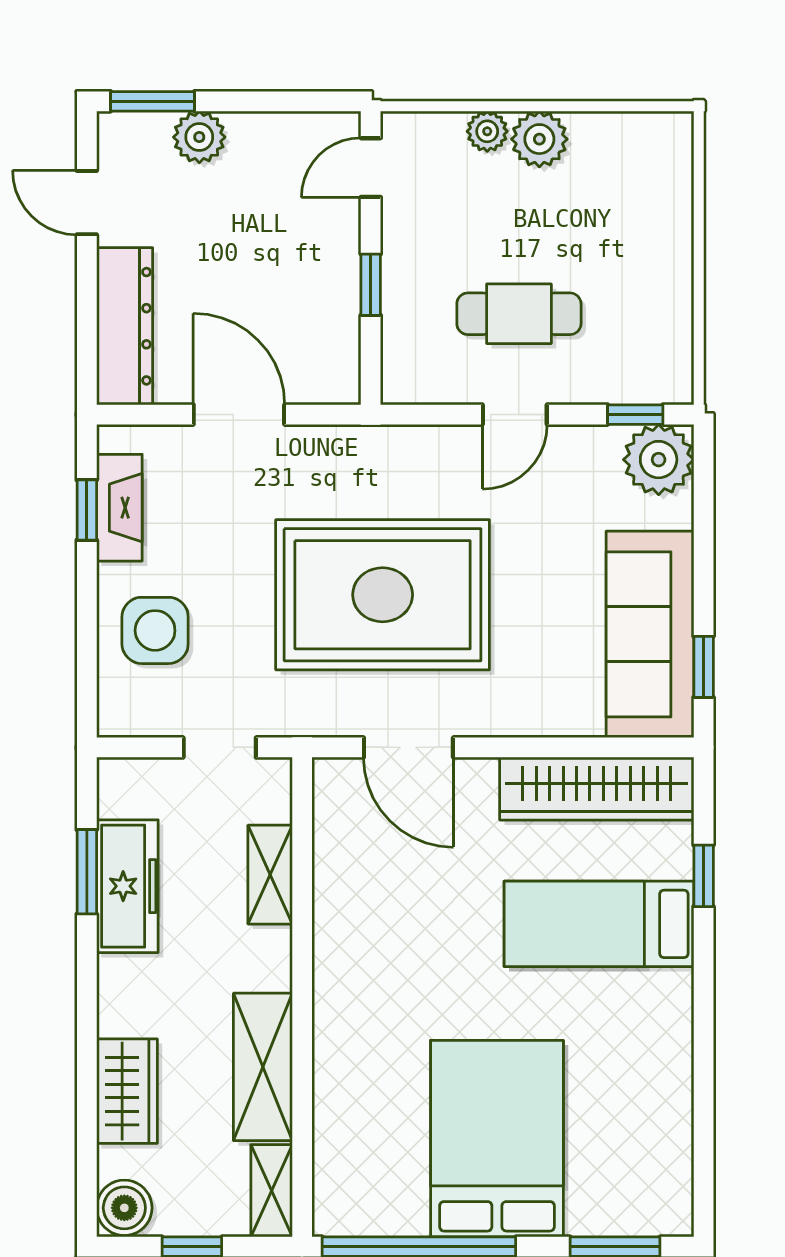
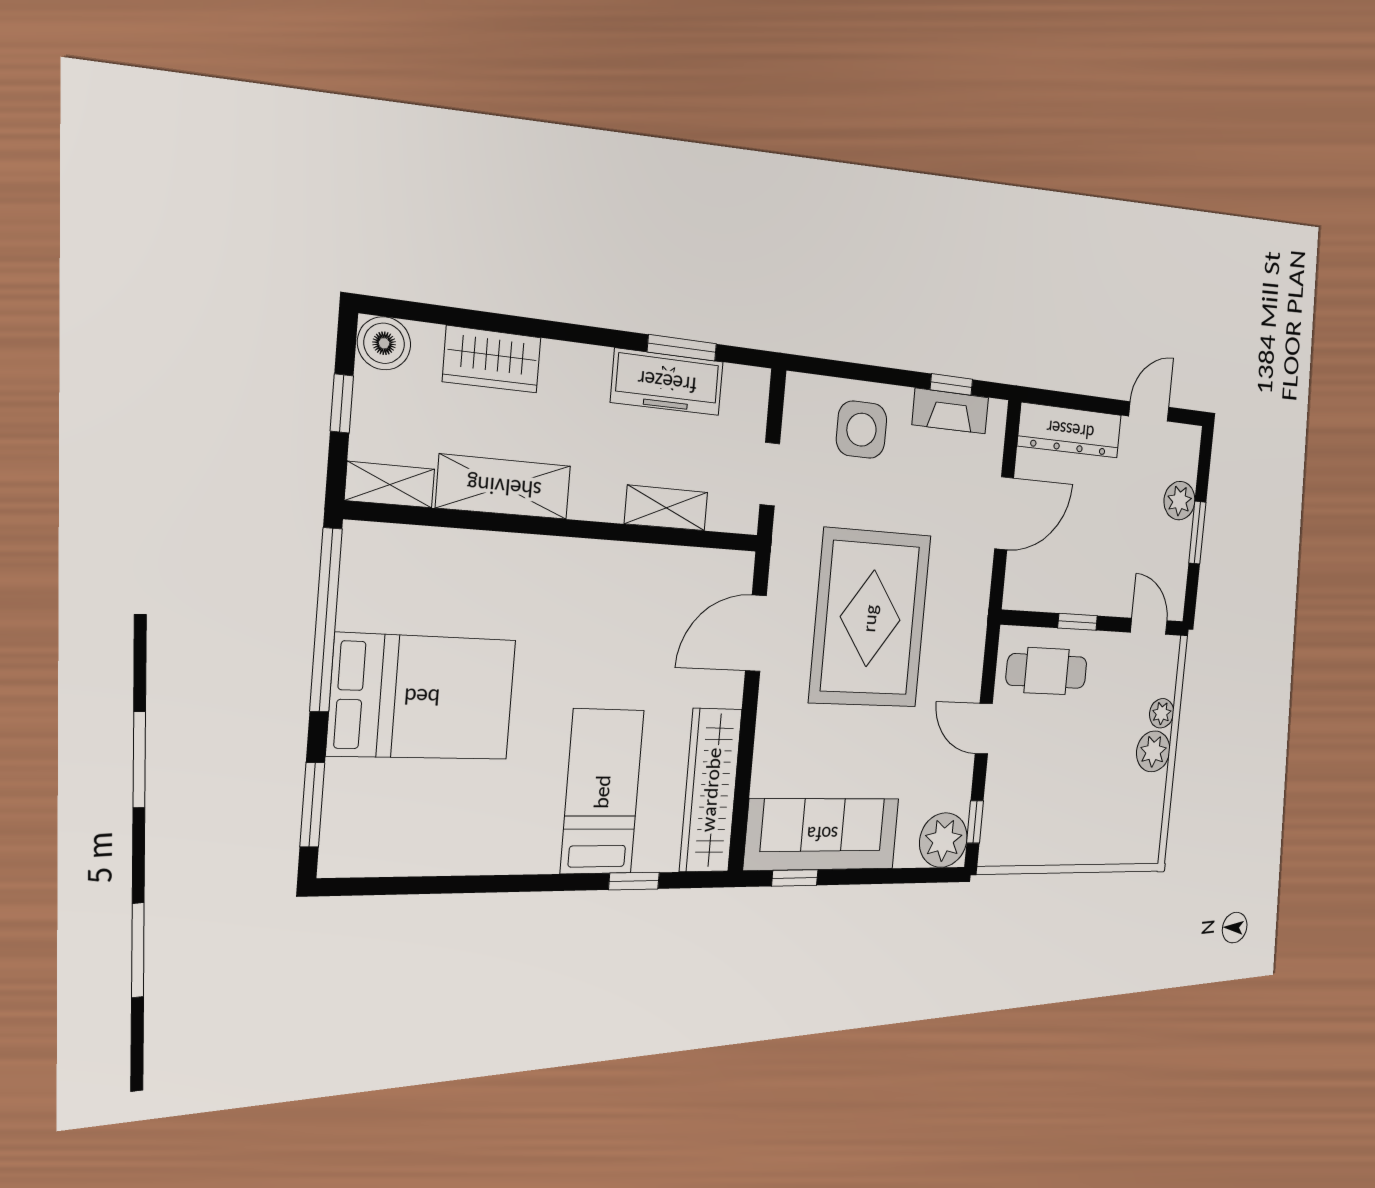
window: (153, 101) -> (1197, 533), moved
cafe table: (519, 314) -> (1047, 671), moved, turned 90

